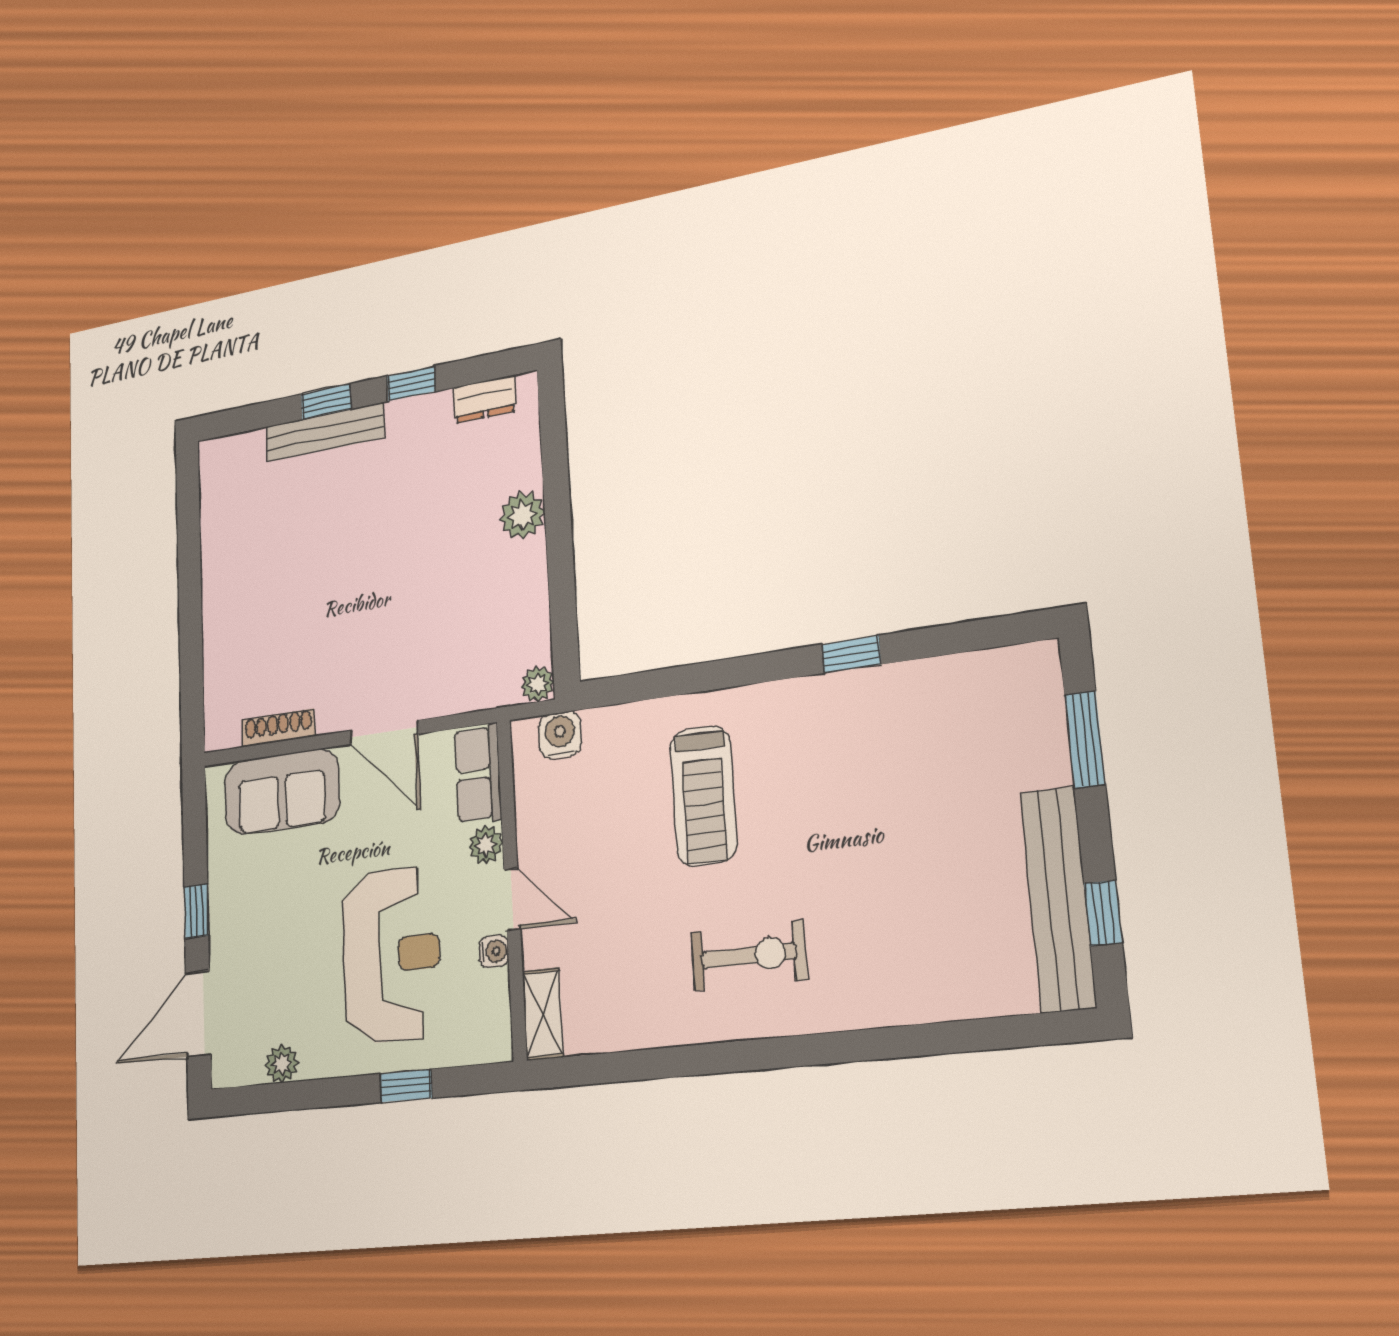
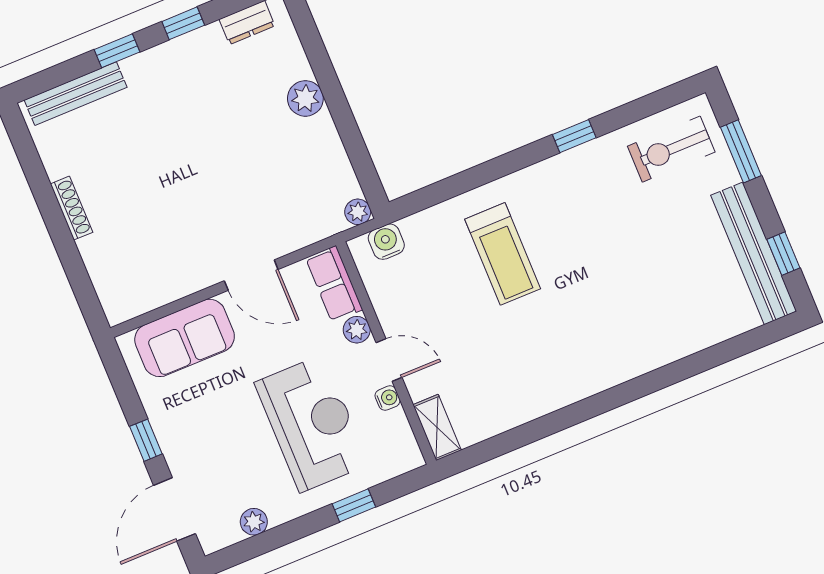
bench: (325, 432) -> (76, 94), moved
shoe rack: (278, 728) -> (71, 208), moved, turned 90
exercise bike: (749, 956) -> (671, 149), moved, turned 180

